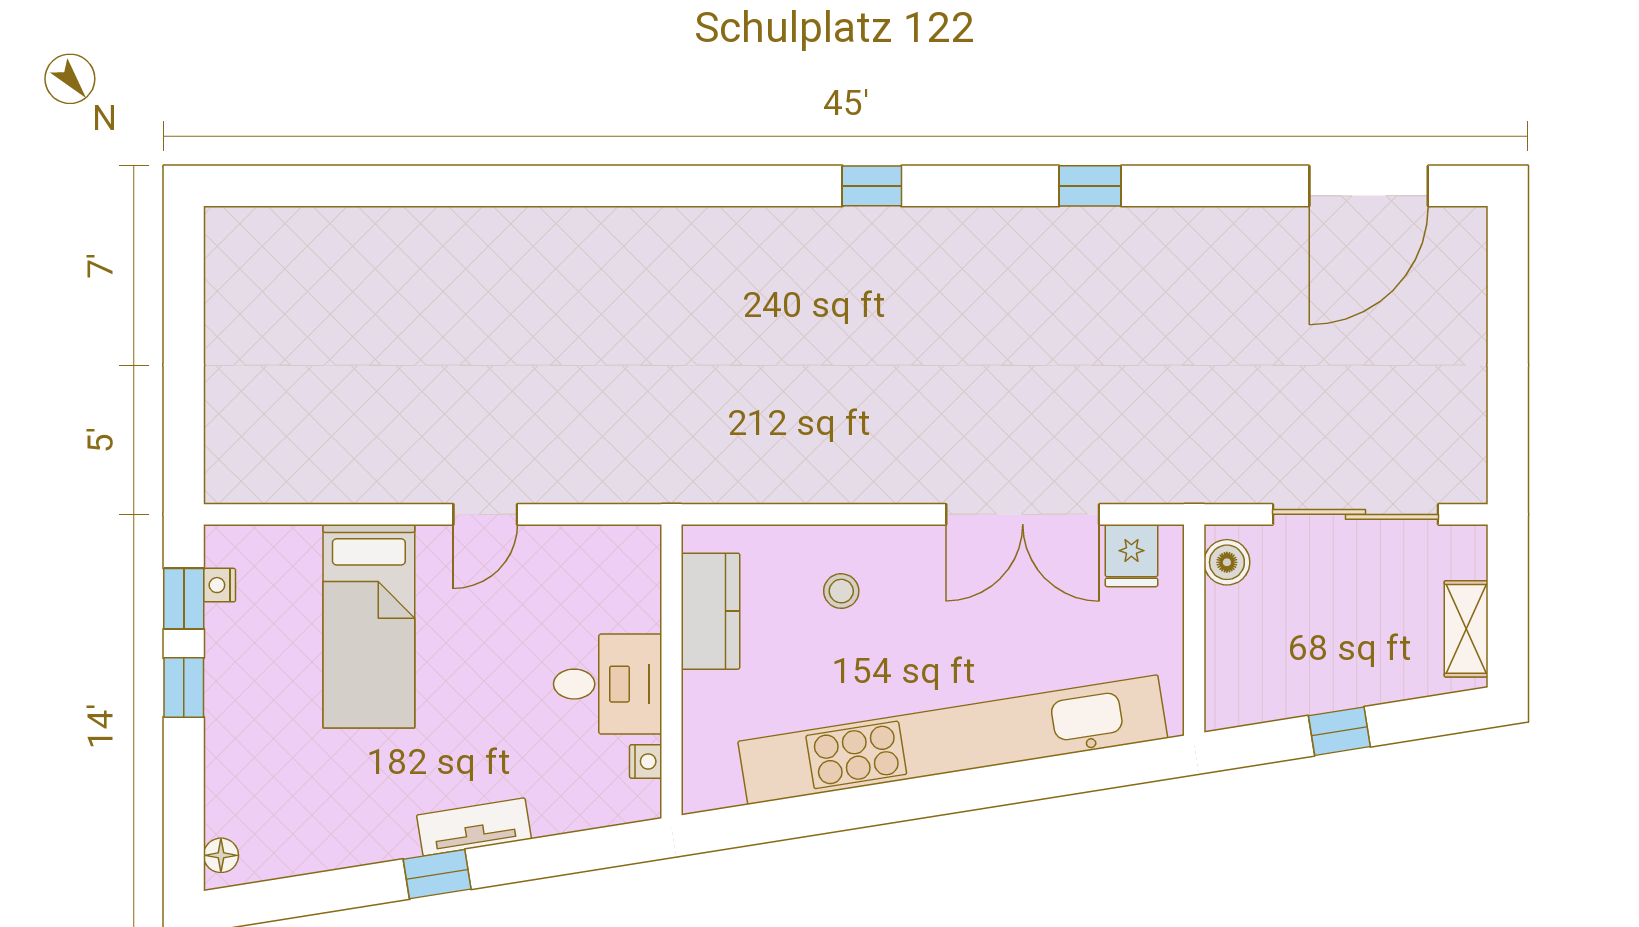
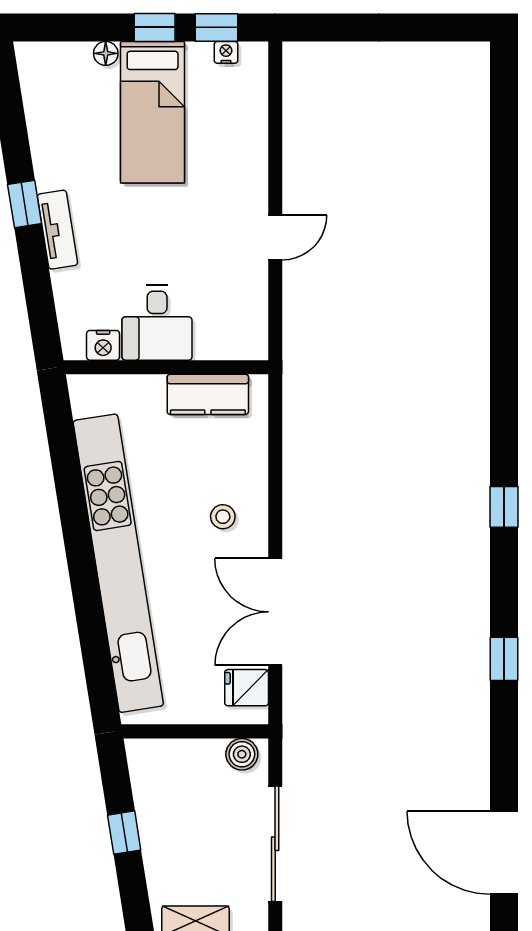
door: (485, 514) -> (275, 237), swing flipped
stool: (841, 591) -> (223, 517), moved
bed: (369, 626) -> (153, 112), moved, turned -90
nightstand: (646, 761) -> (103, 345), width x1.39, depth x1.35
floor lamp: (221, 855) -> (106, 53), moved

